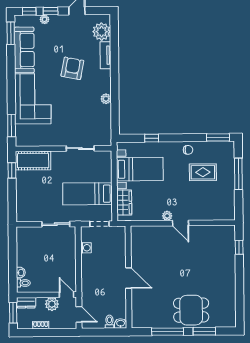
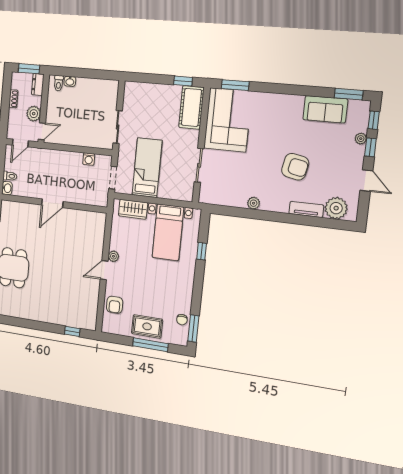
sofa: (24, 50) -> (325, 109), width x0.73
corner sofa: (33, 99) -> (228, 120), moved, turned -90
chair: (188, 150) -> (182, 320), moved
rug: (203, 172) -> (147, 326), moved, turned 90
armchair: (209, 210) -> (115, 305), added

